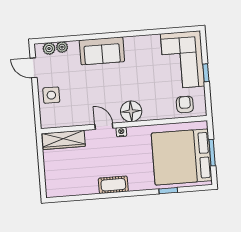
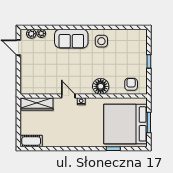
corner sofa: (183, 60) -> (132, 50), removed
side table: (51, 95) -> (101, 41), moved
floor lamp: (131, 111) -> (101, 86), moved
cot: (113, 185) -> (31, 141), moved

